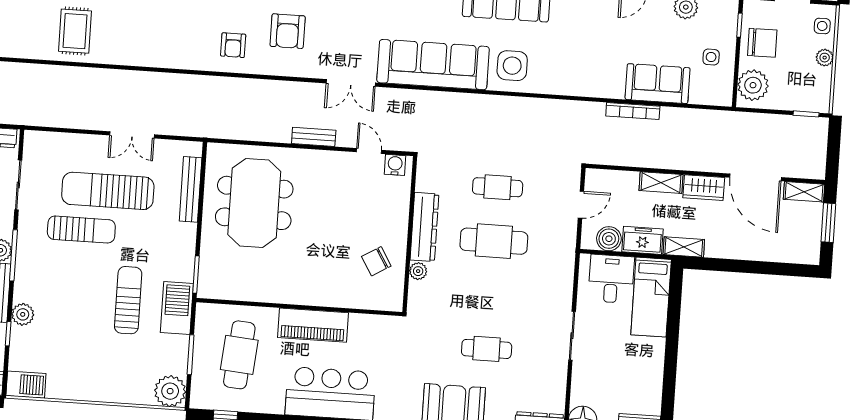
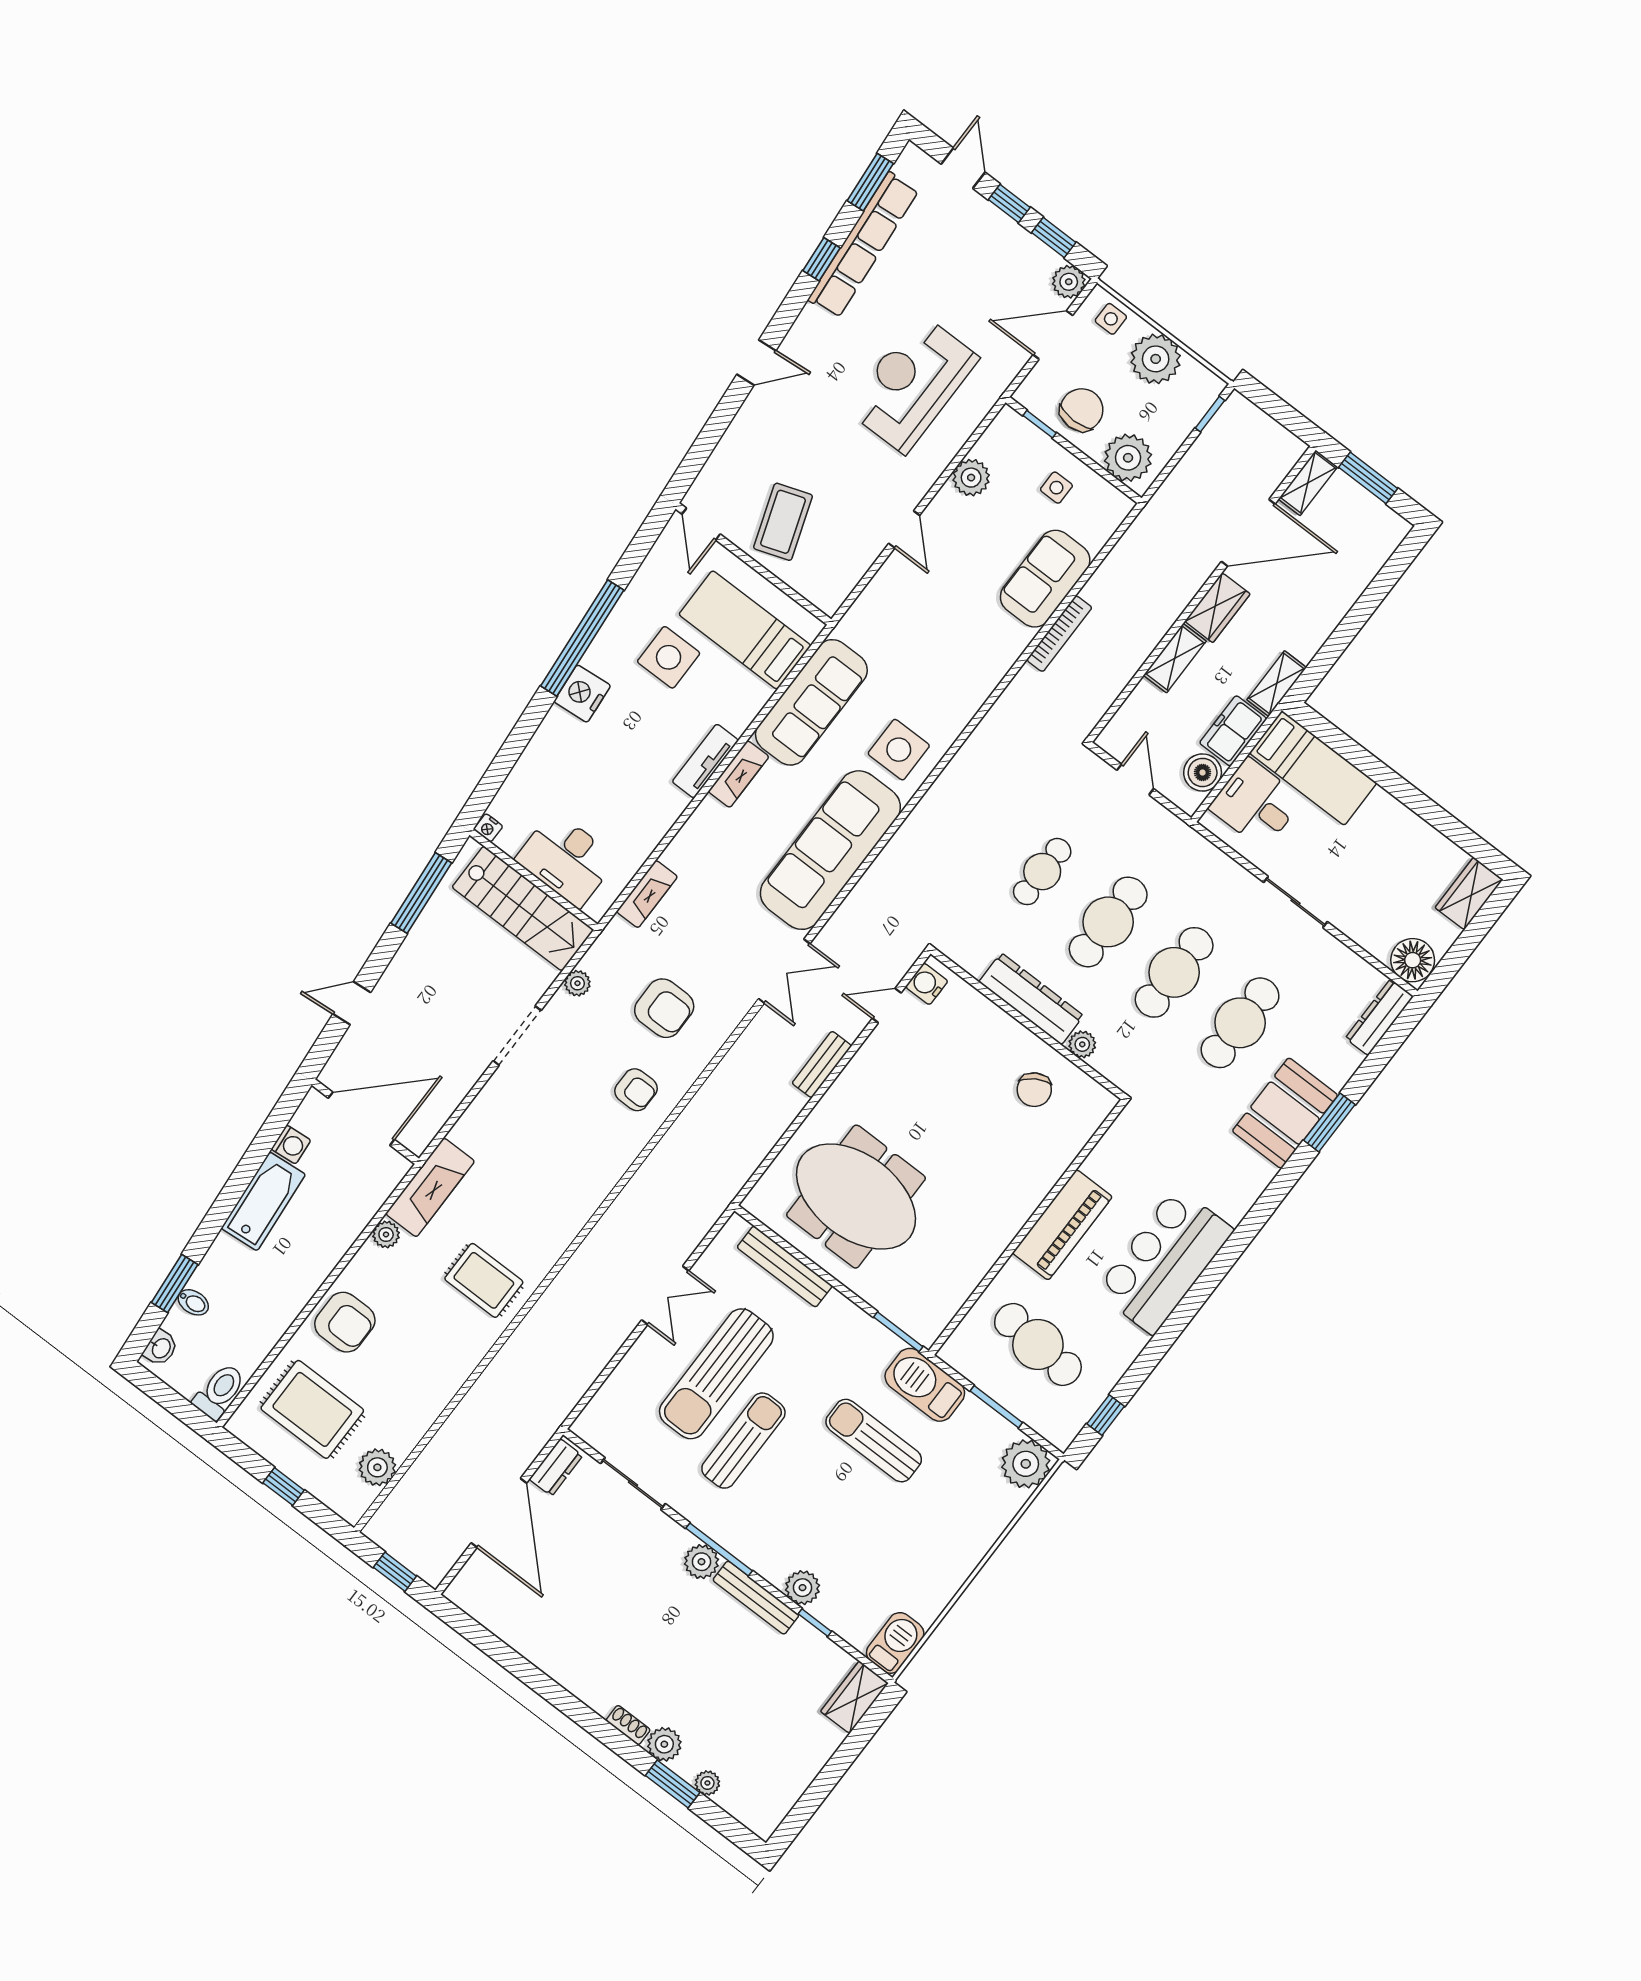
plant: (825, 58) -> (1156, 359), width x1.88, depth x1.88
cafe table: (490, 295) -> (1174, 972), added
cafe table: (487, 349) -> (1240, 1023), width x1.37, depth x1.35

